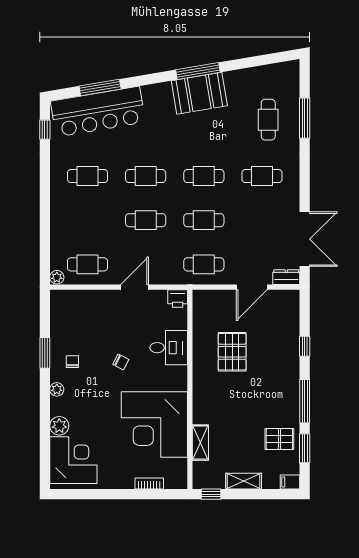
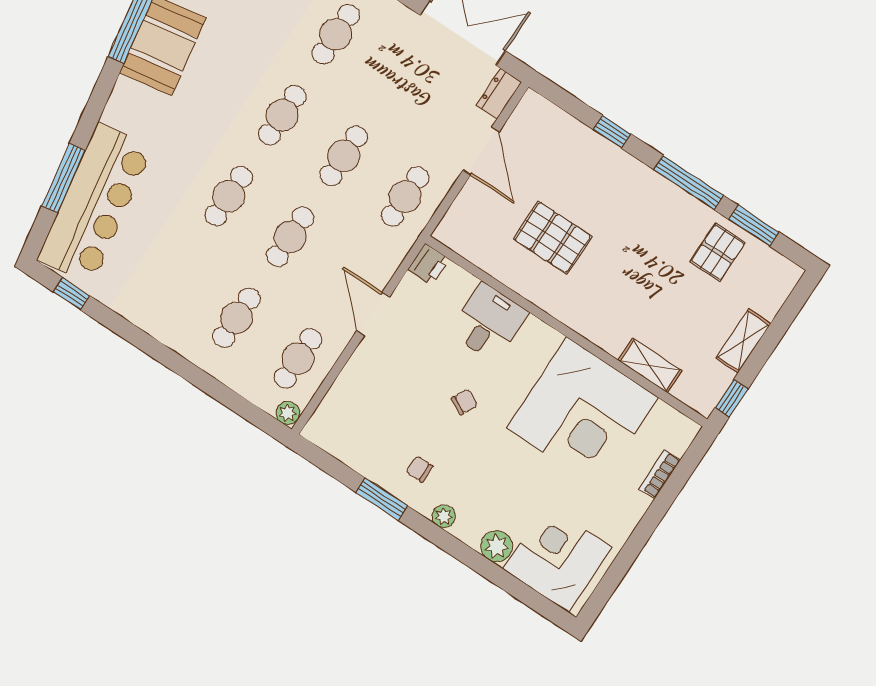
cafe table: (87, 176) -> (237, 318), moved
filing cabinet: (290, 482) -> (787, 277), removed

